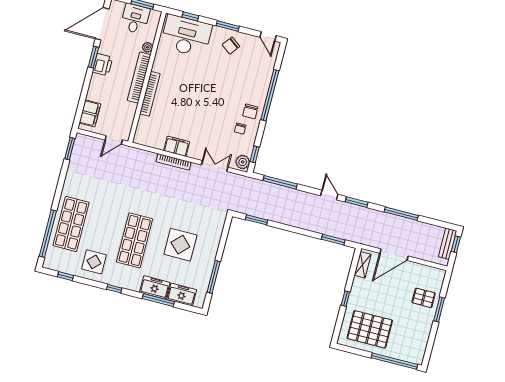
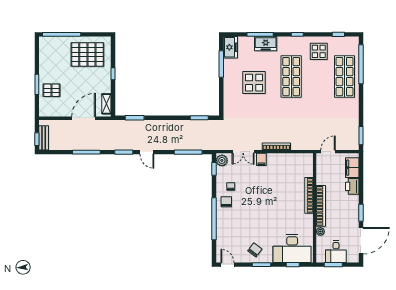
printer: (103, 65) -> (352, 186), moved
filing cabinet: (177, 146) -> (261, 159), moved, width x0.50
freezer: (182, 295) -> (230, 47), moved, turned -90

